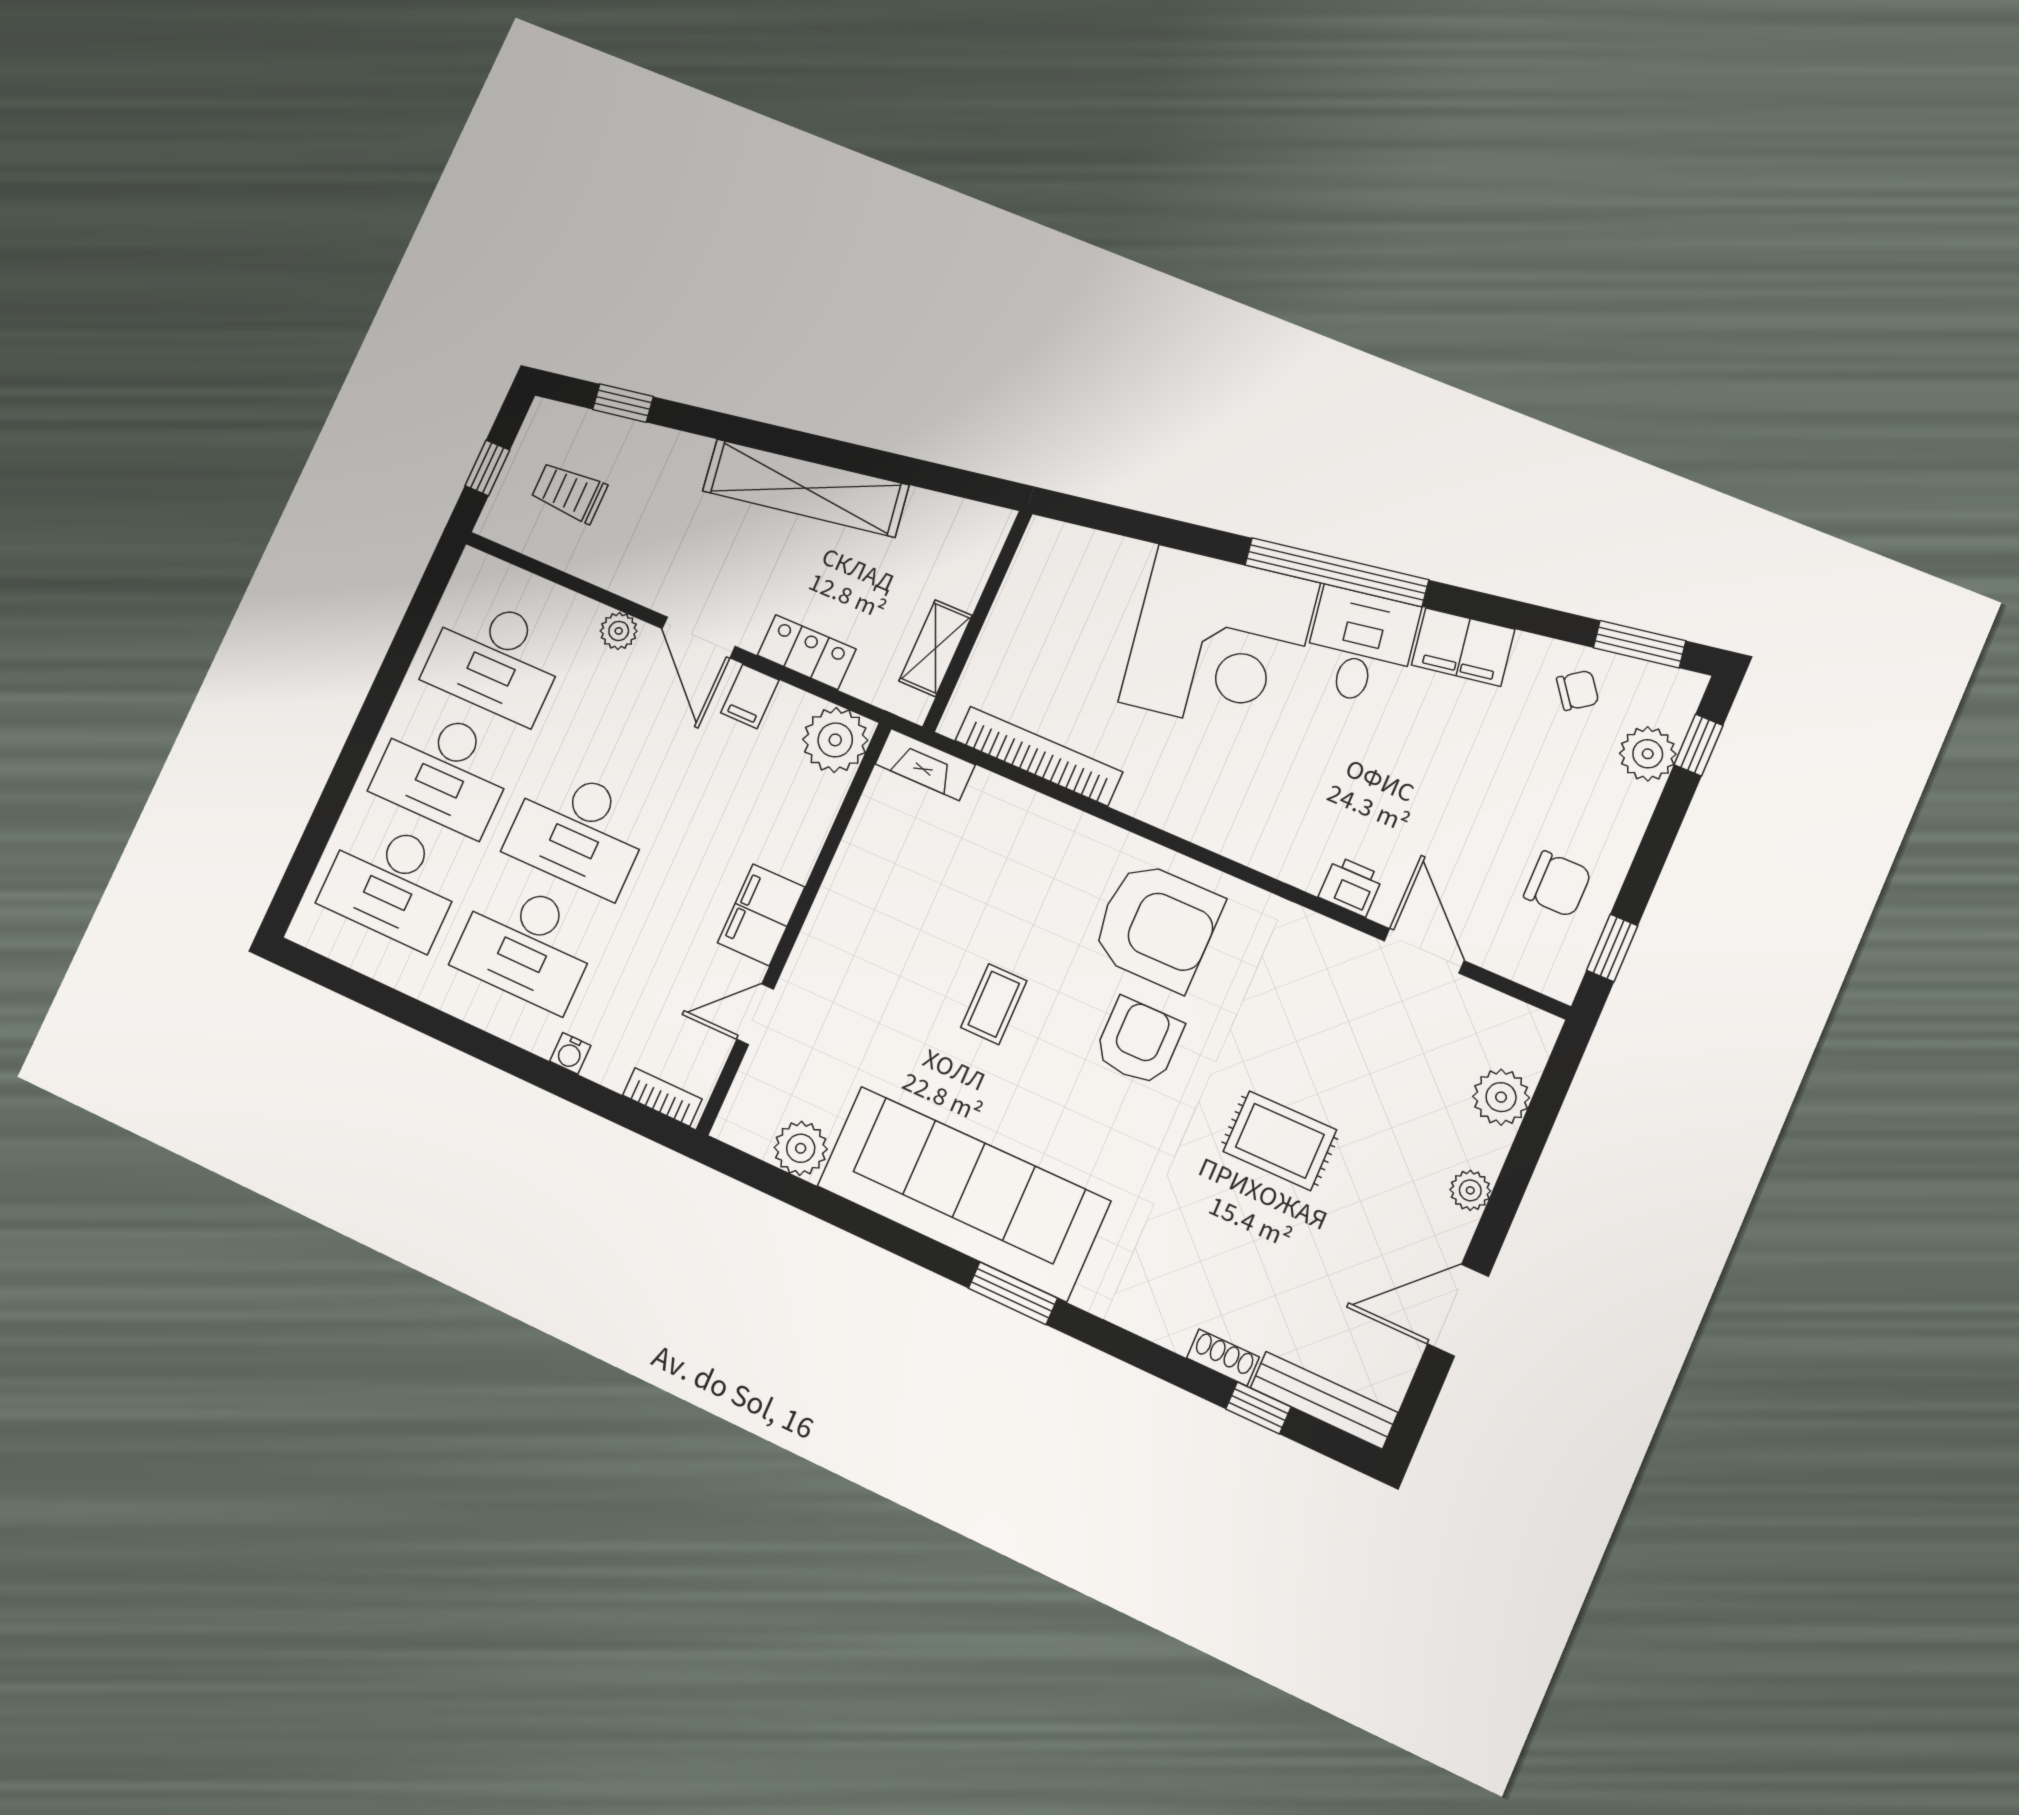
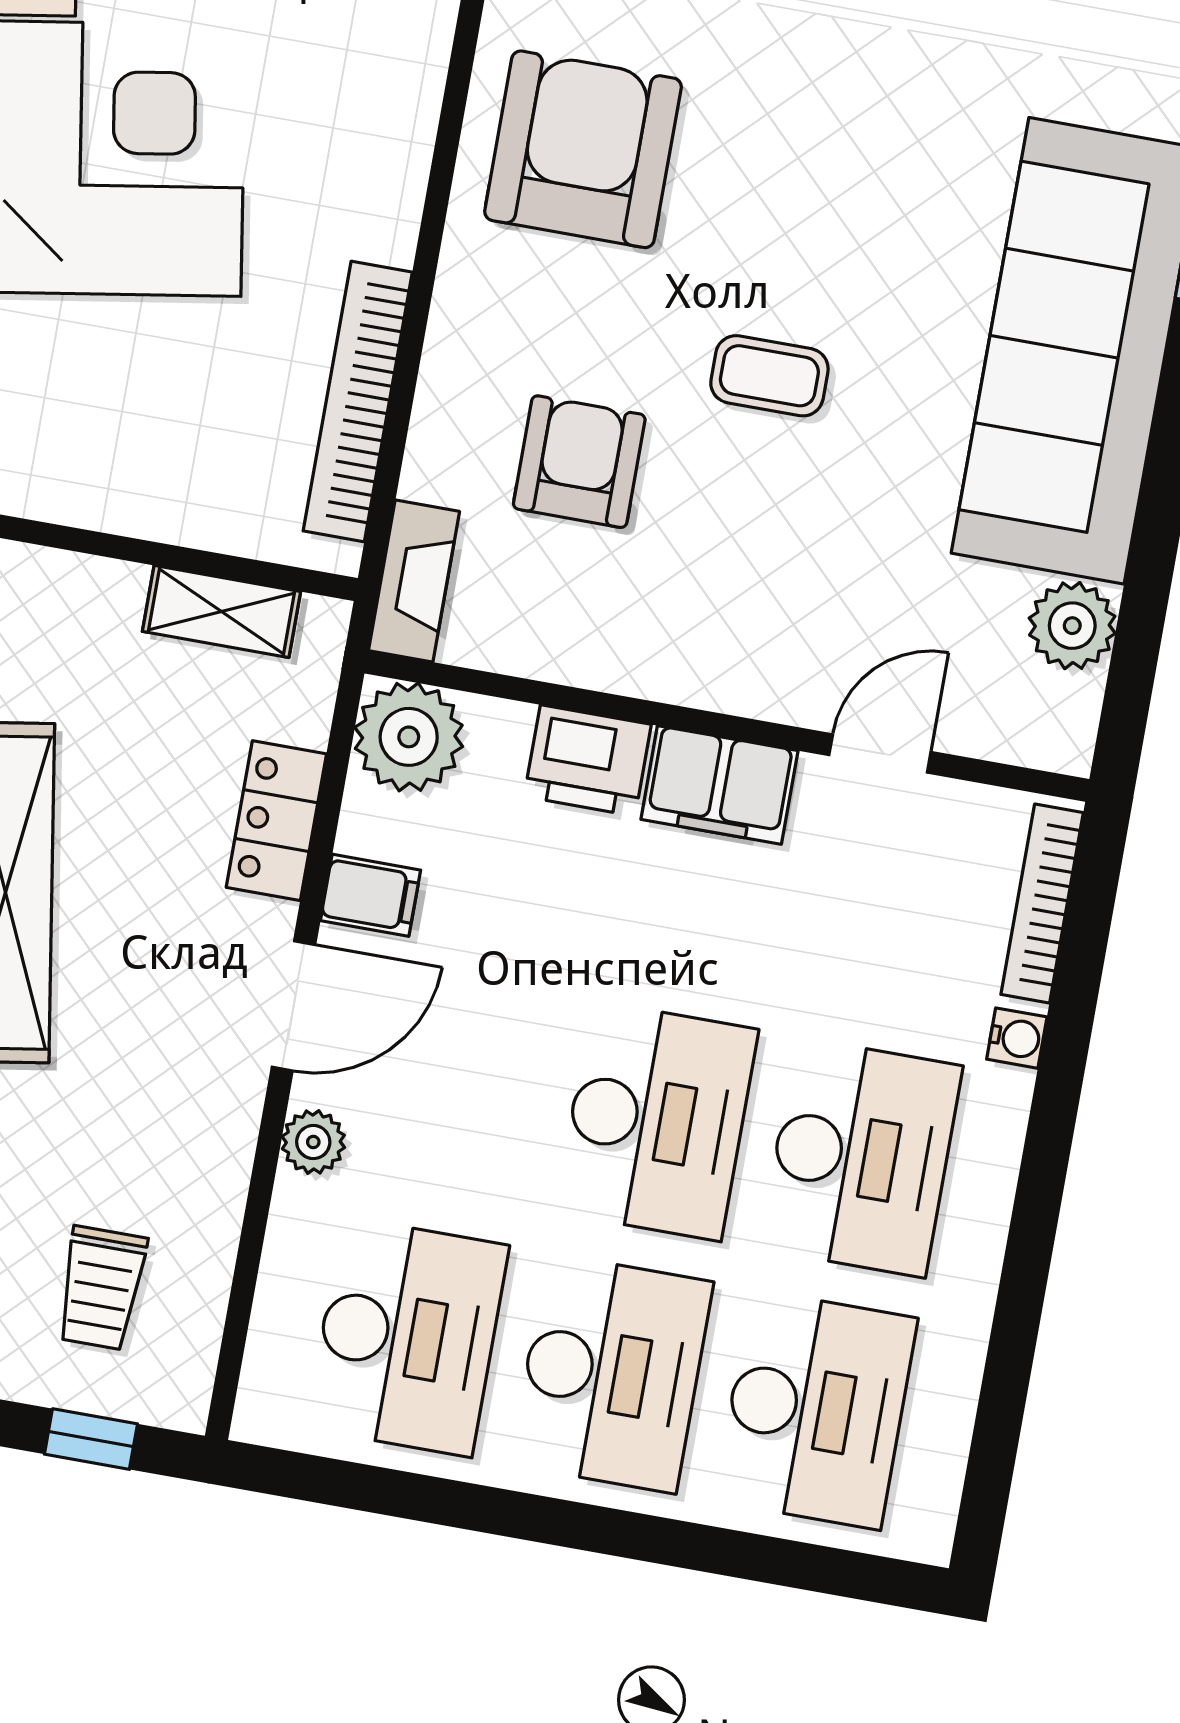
printer: (795, 841) -> (588, 760), added
door: (755, 1014) -> (880, 753), swing flipped
armchair: (1139, 1042) -> (579, 462), moved, turned 90
bookcase: (662, 1097) -> (1042, 904), width x1.56

